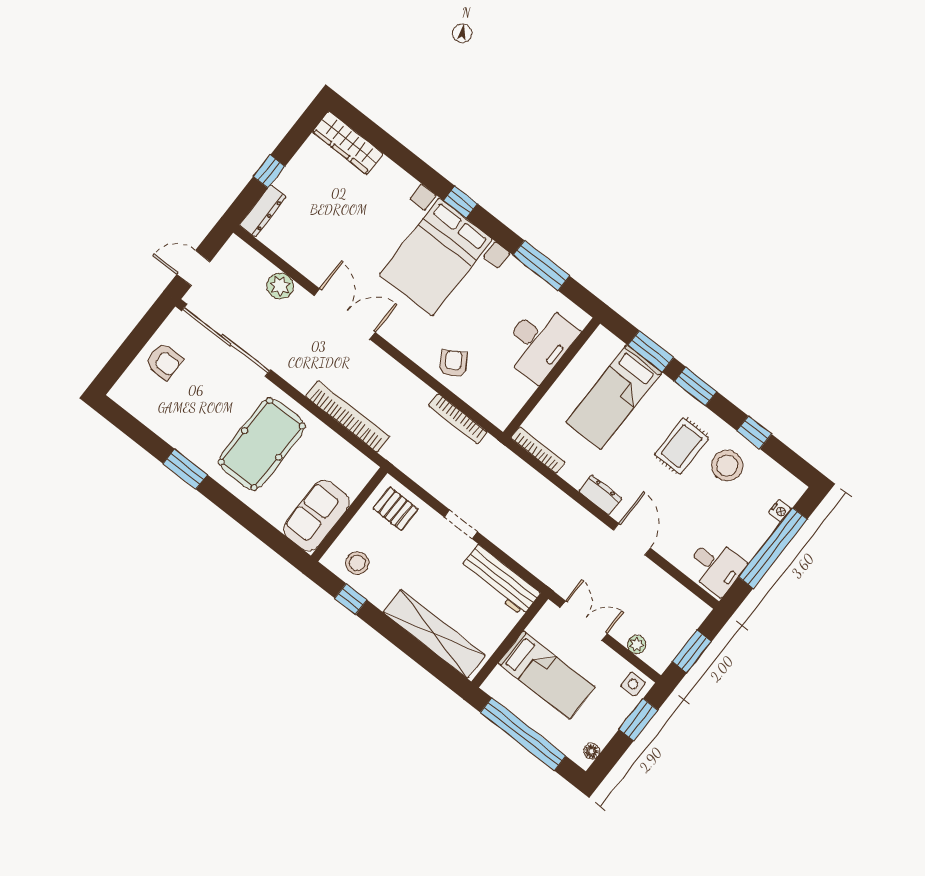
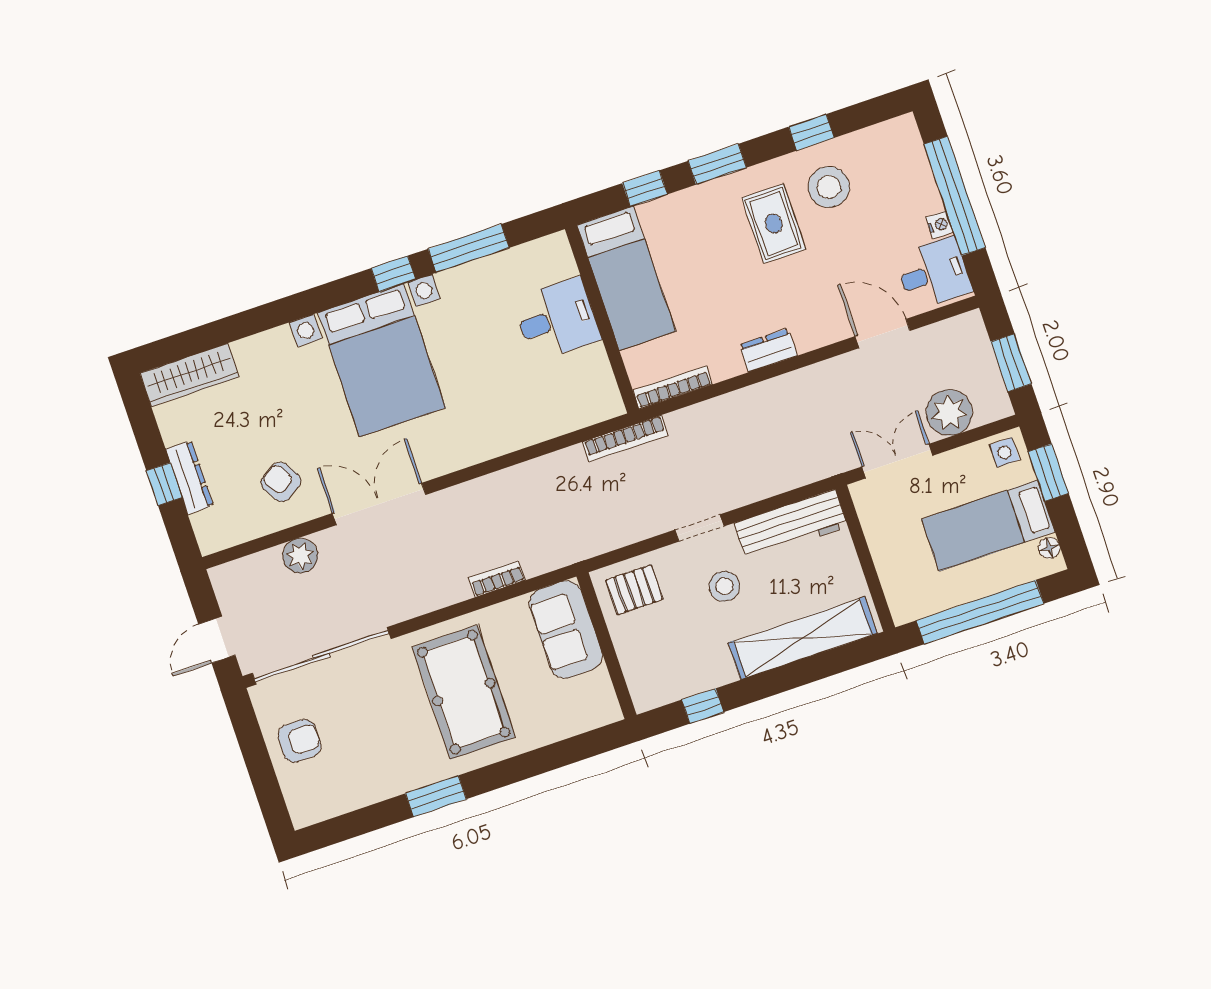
window: (460, 202) -> (393, 274), moved
dresser: (263, 211) -> (189, 477), moved
desk: (539, 342) -> (557, 319), width x0.73
window: (651, 351) -> (645, 189), width x0.67
armchair: (453, 364) -> (281, 482), moved
bed: (614, 397) -> (626, 278), moved
bookcase: (348, 416) -> (497, 579), width x0.43, depth x0.76
bookcase: (458, 419) -> (625, 439), moved
nightstand: (780, 511) -> (940, 225), moved
sofa: (316, 516) -> (566, 629), moved
door: (632, 539) -> (883, 334), moved
stool: (357, 563) -> (724, 586), moved
plant: (637, 645) -> (949, 413), width x1.88, depth x1.88
bed: (547, 675) -> (988, 526), moved, turned 180

